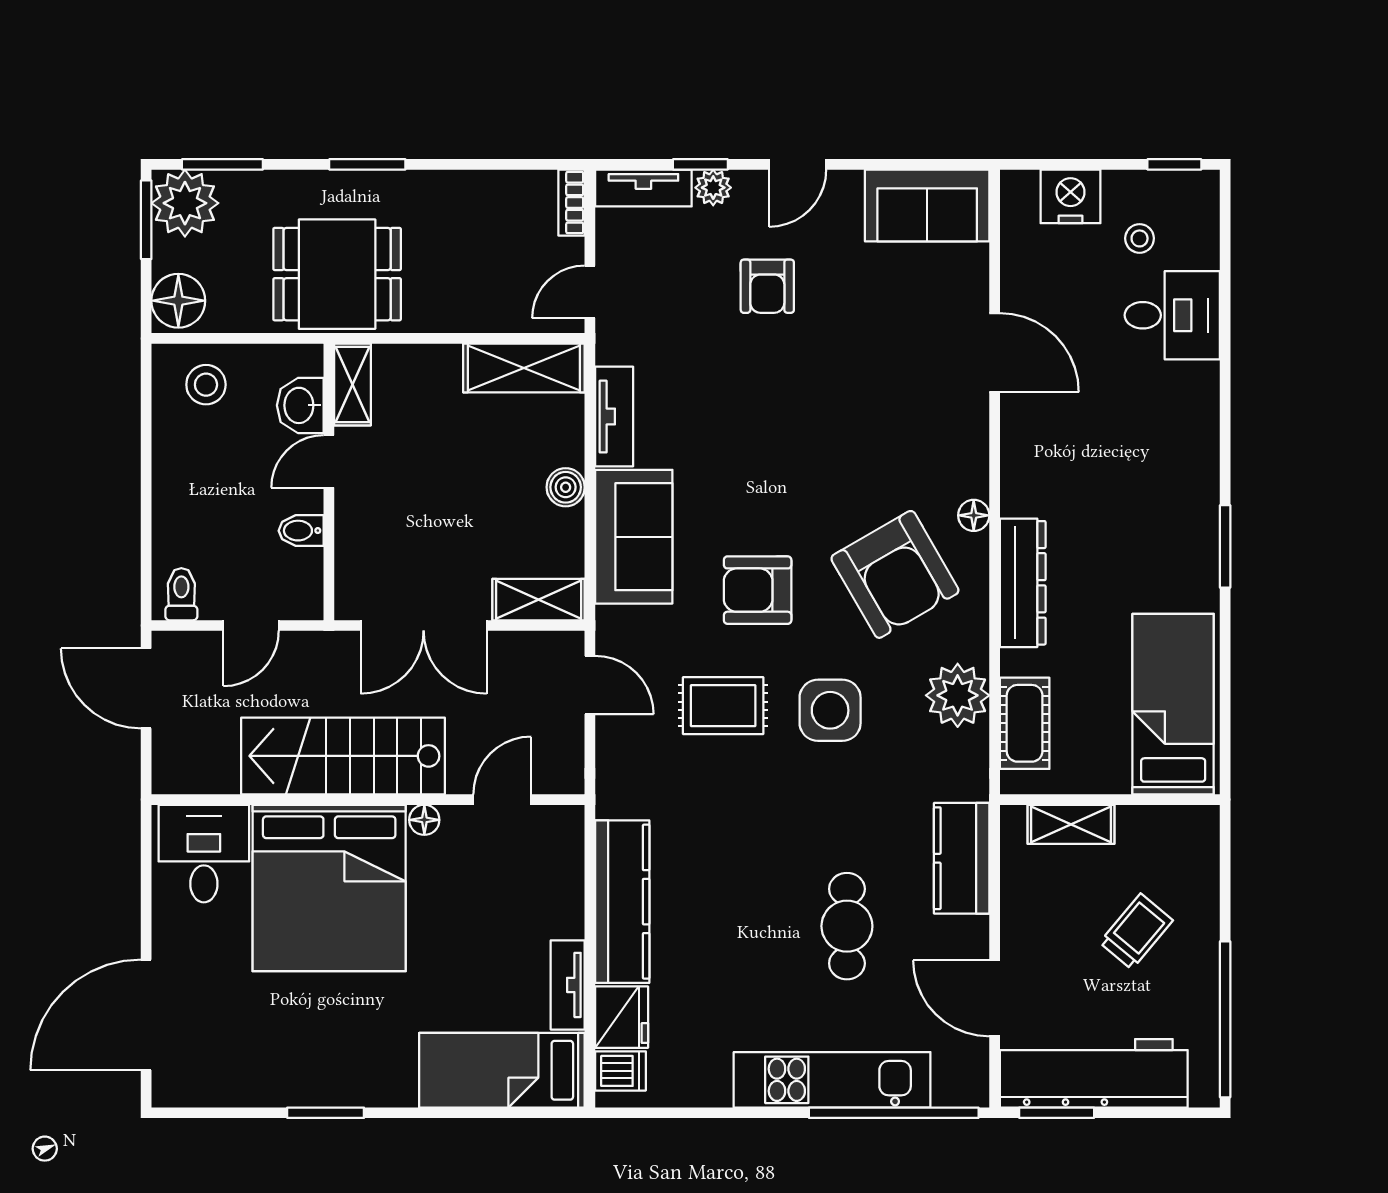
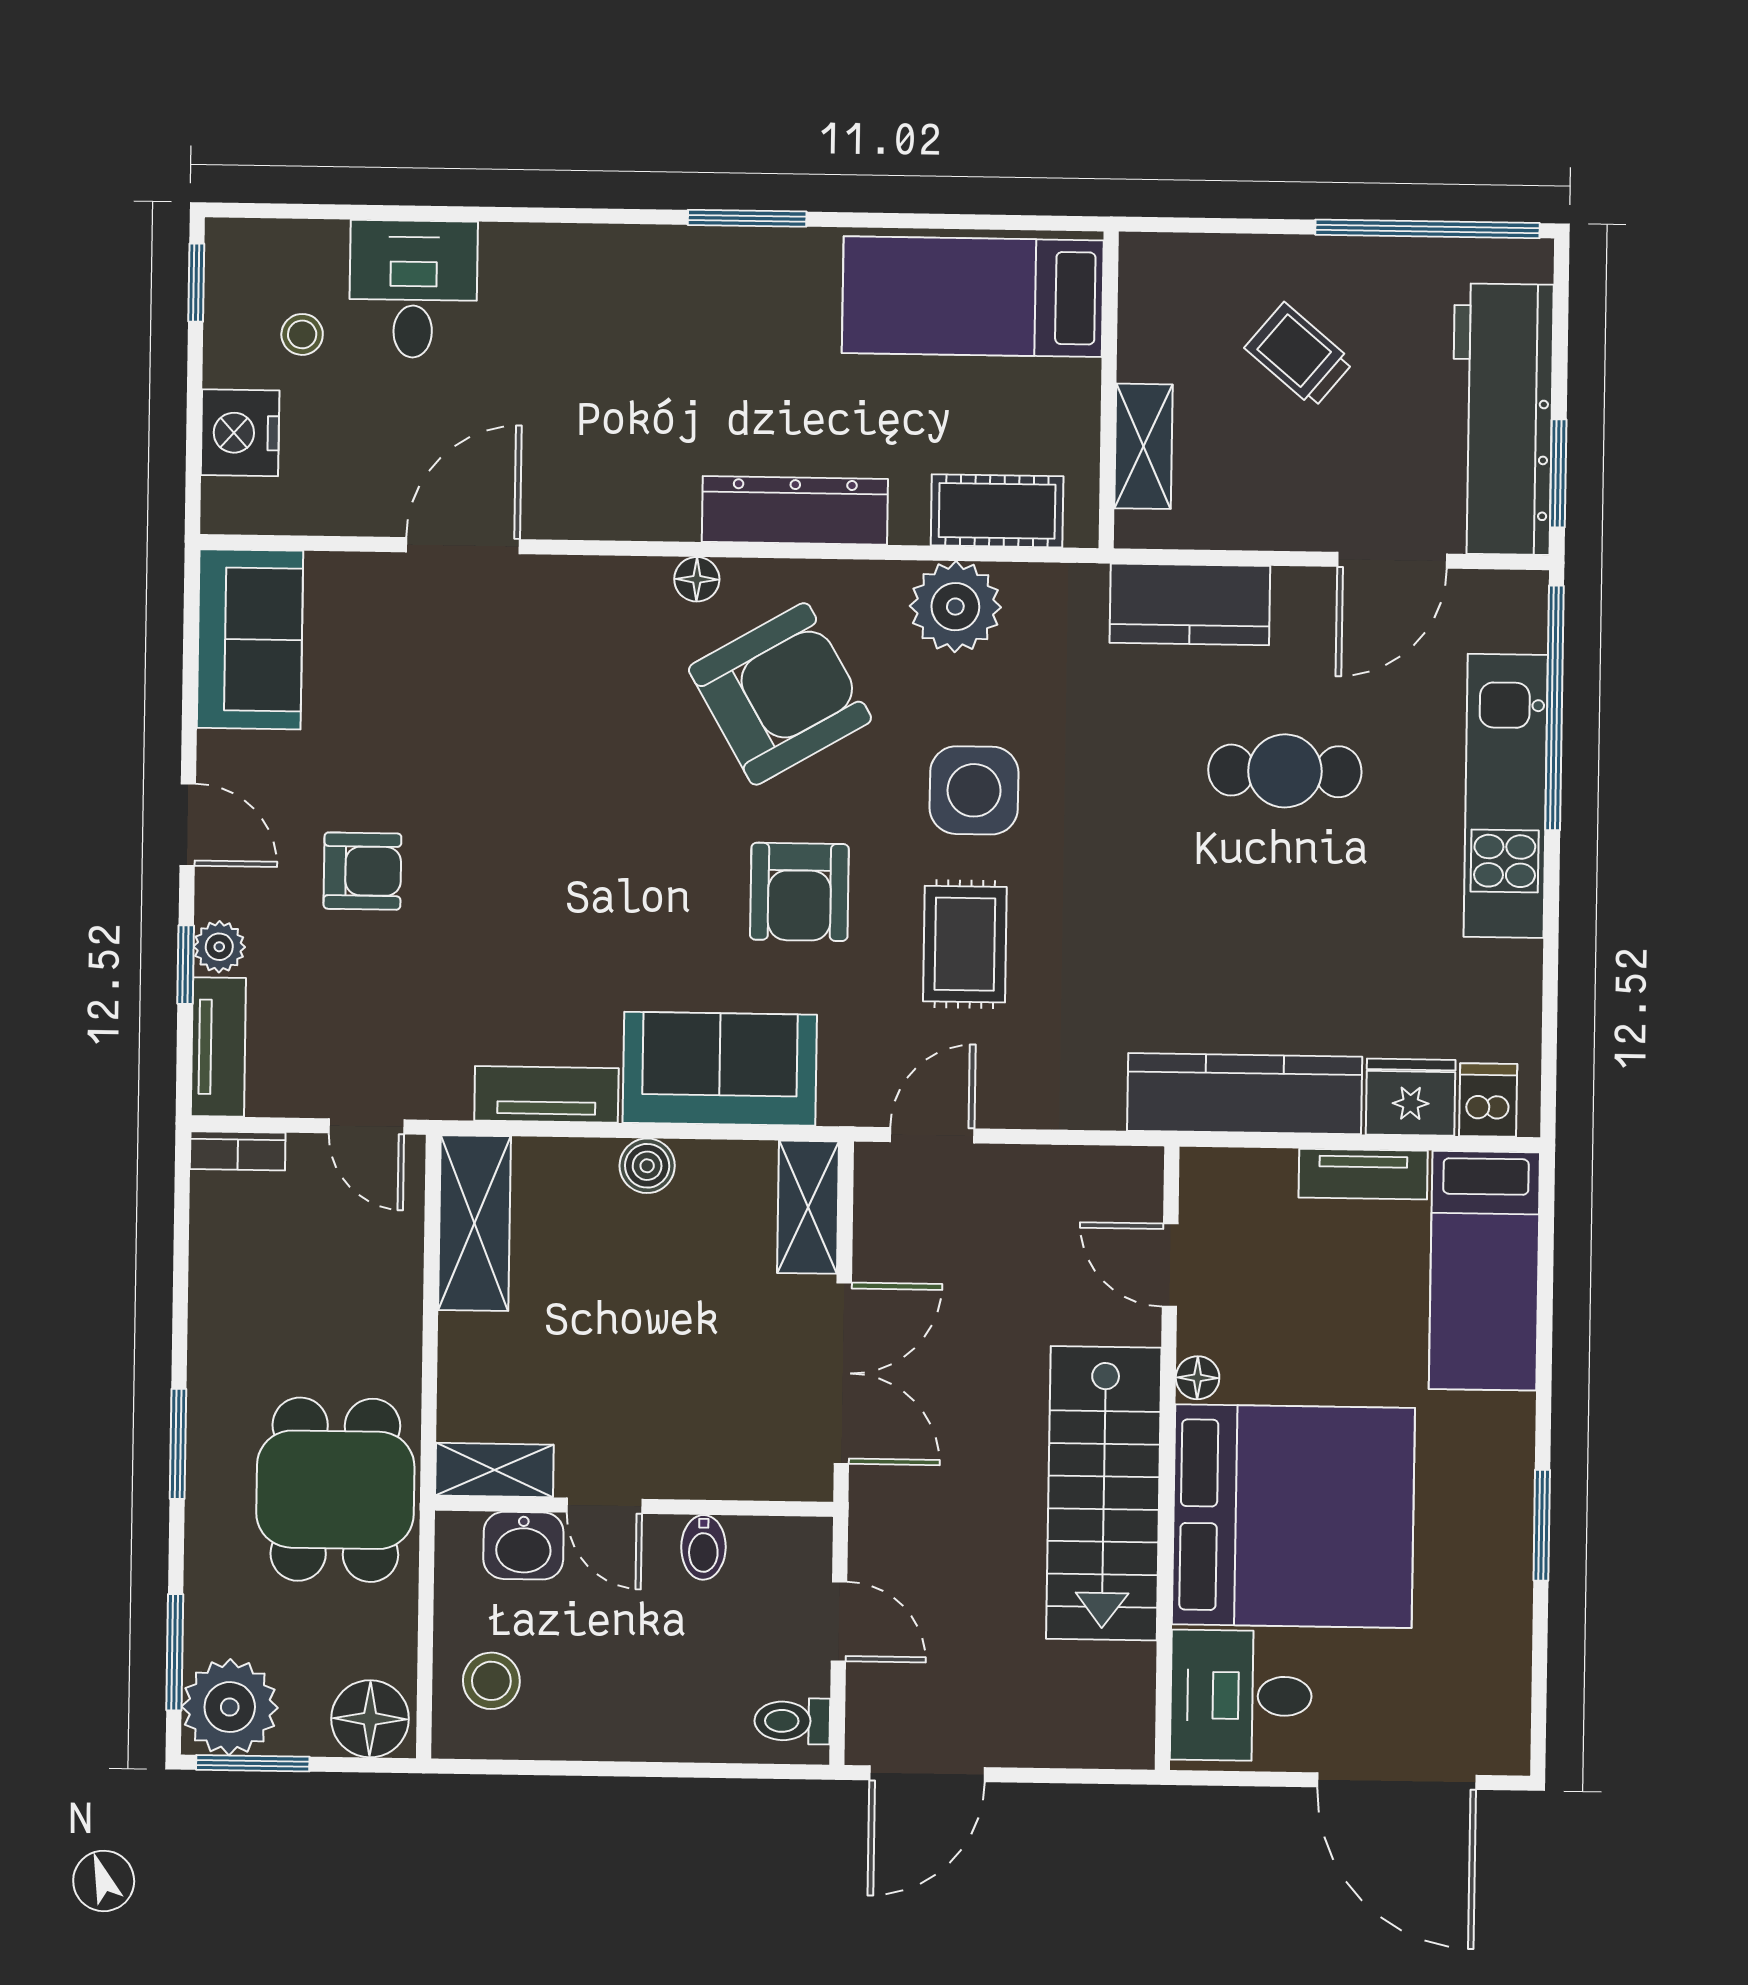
stairs: (343, 756) -> (1104, 1493), moved
wall: (368, 800) -> (1167, 1458), moved
door: (502, 800) -> (1170, 1265), moved
floor lamp: (424, 820) -> (1198, 1378), moved
desk: (204, 854) -> (1241, 1696), moved
bed: (329, 888) -> (1293, 1516), moved

